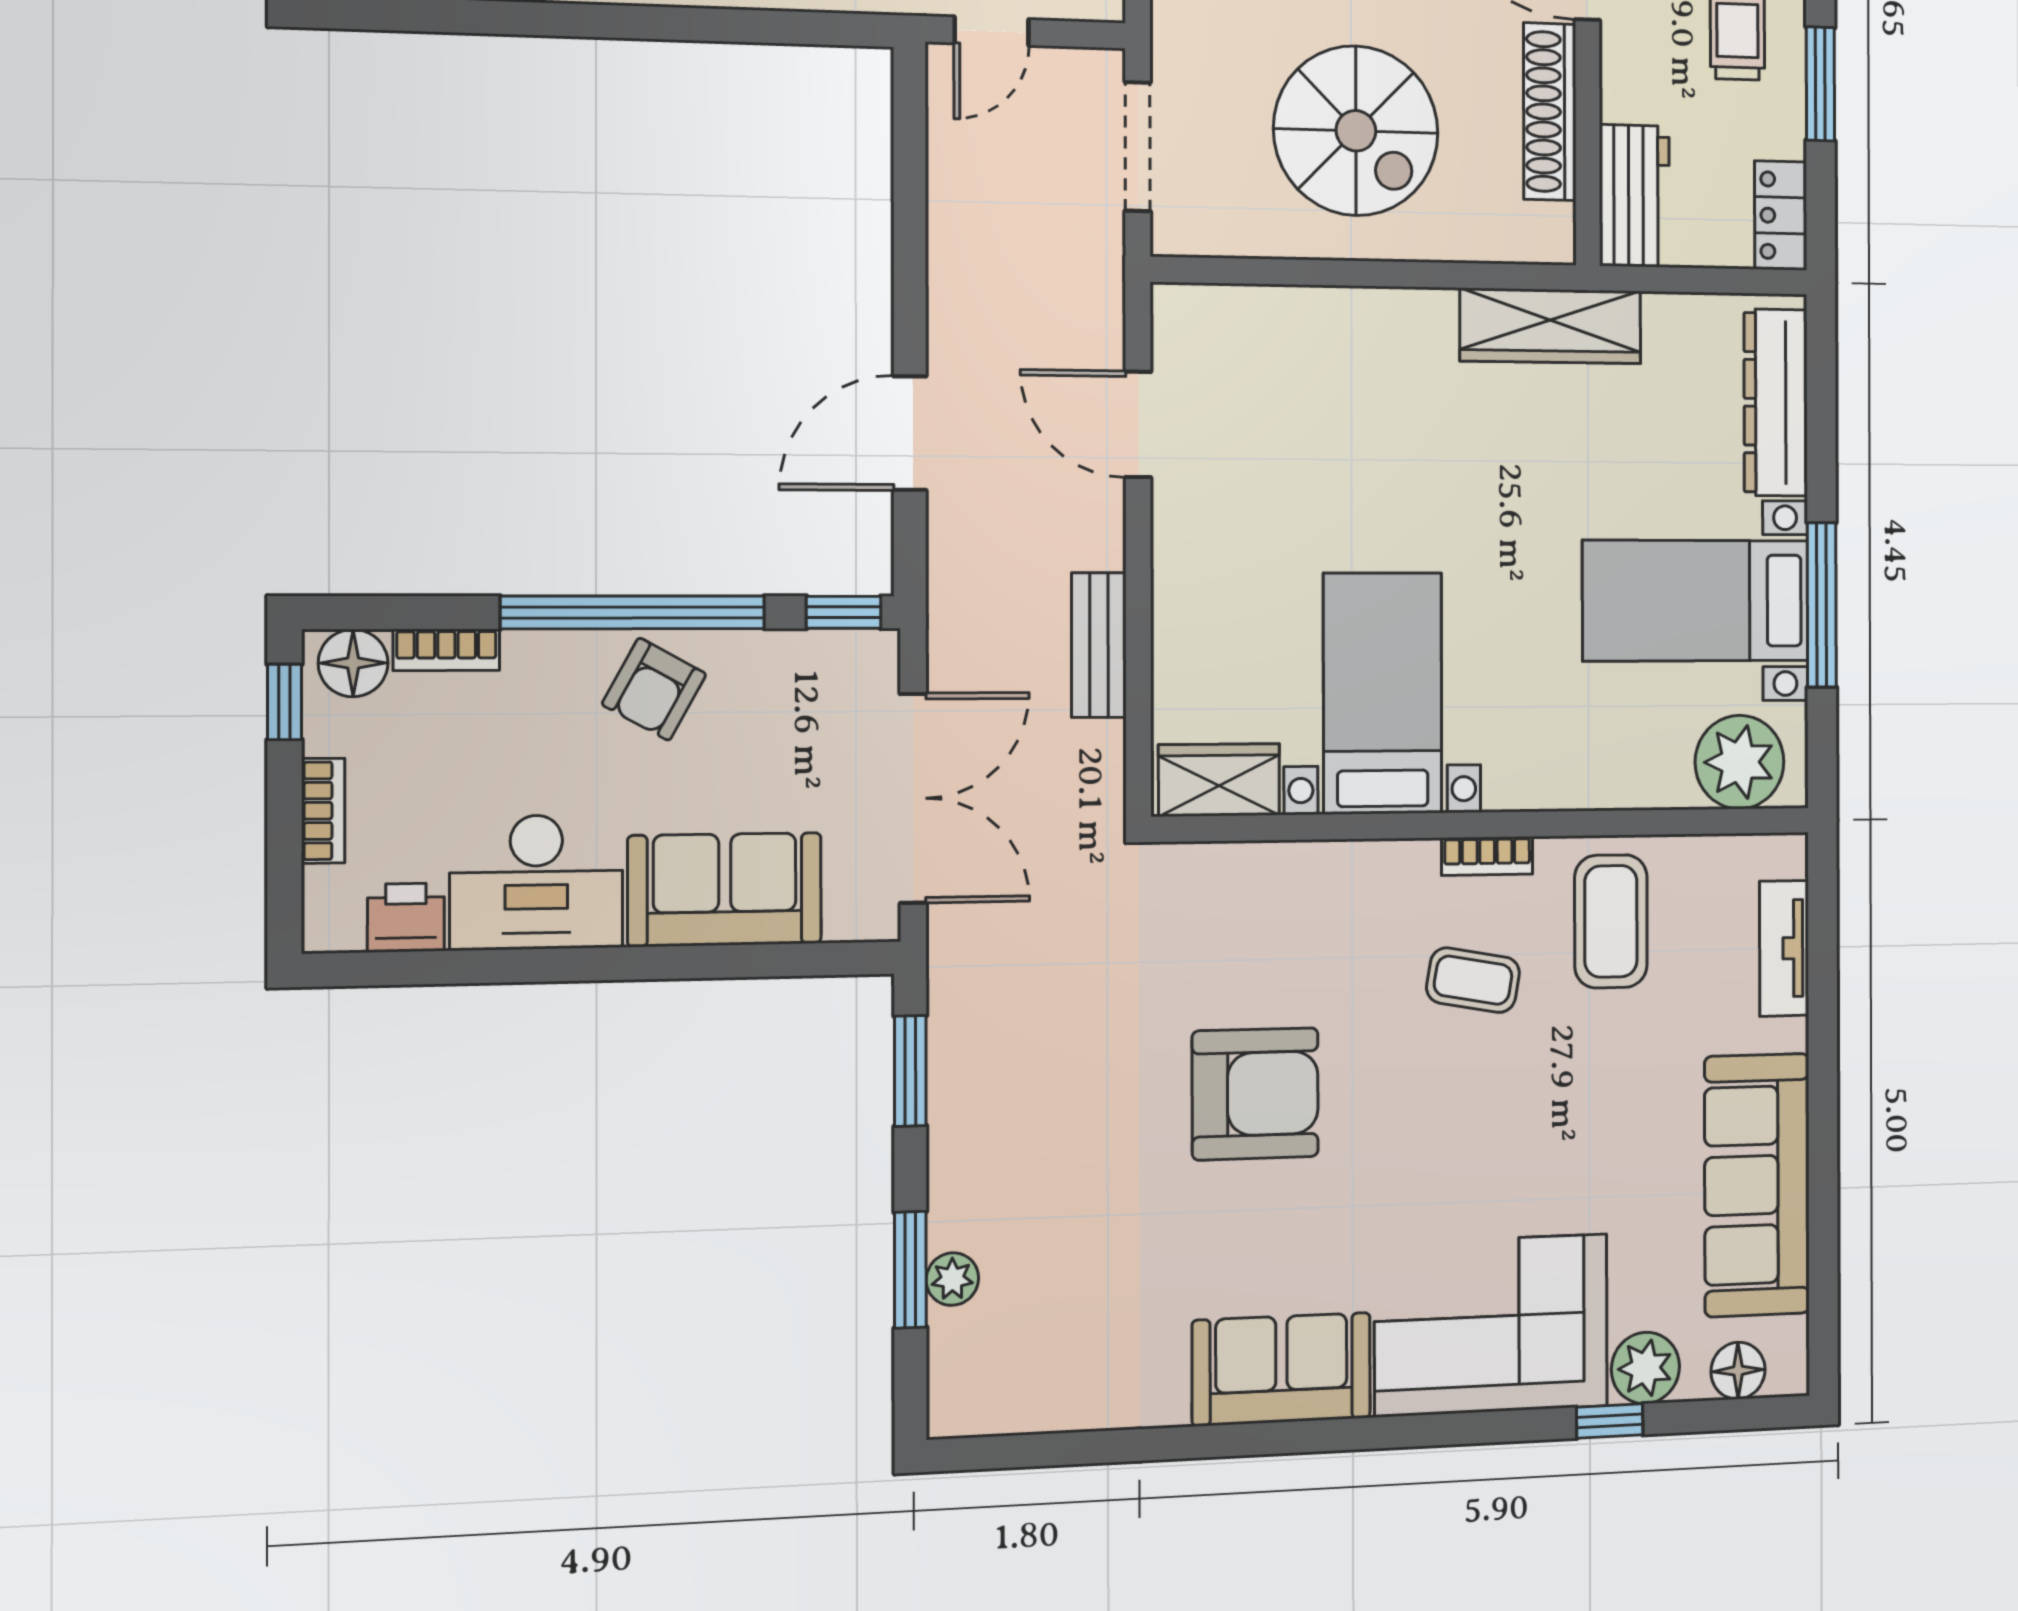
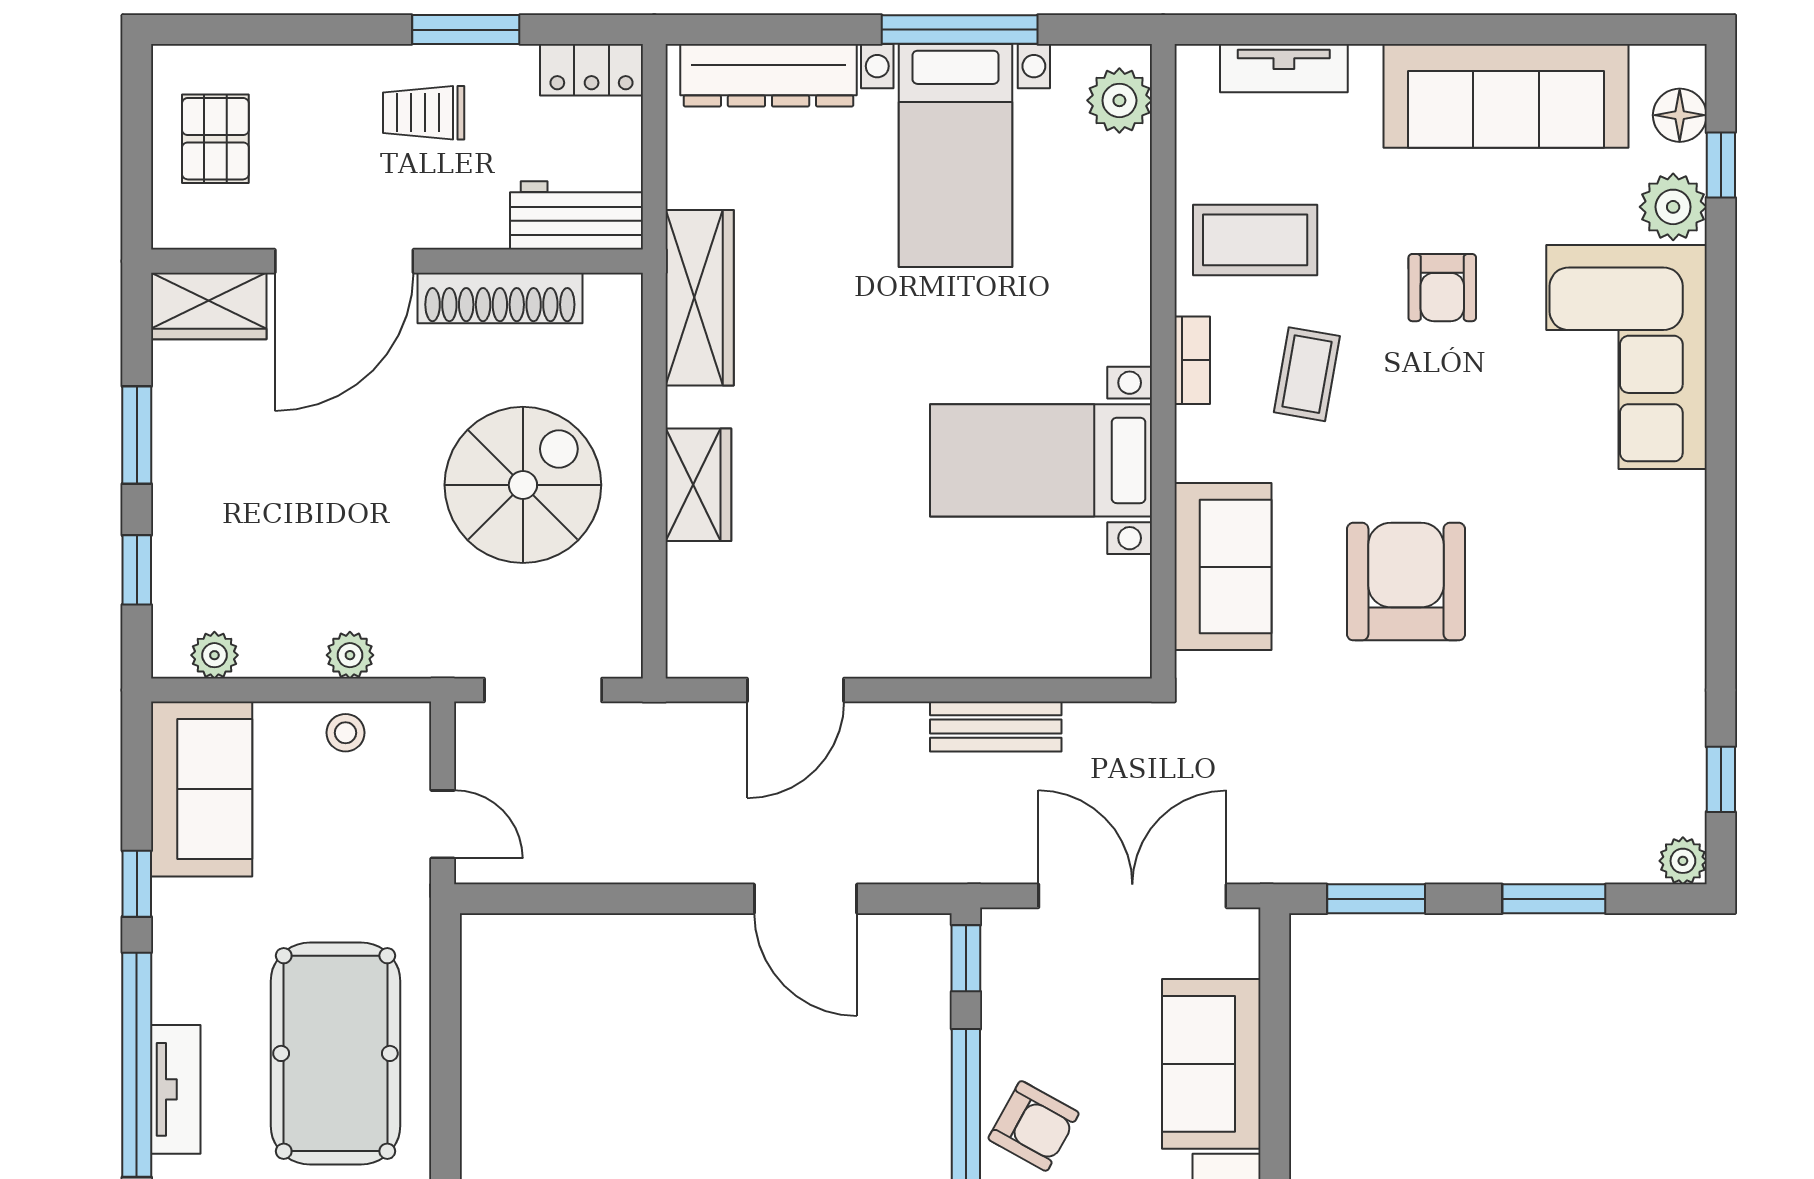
plant: (1740, 762) -> (1119, 100), width x0.73, depth x0.73
wardrobe: (1219, 780) -> (698, 485), moved, turned 180
armchair: (1563, 1124) -> (1442, 288), added
plant: (952, 1279) -> (1683, 861), moved
sofa: (1281, 1369) -> (1223, 567), moved, turned 180
window: (1610, 1421) -> (1721, 165), moved
window: (1042, 1450) -> (1721, 779), added

